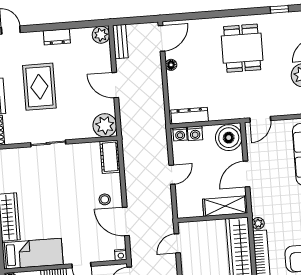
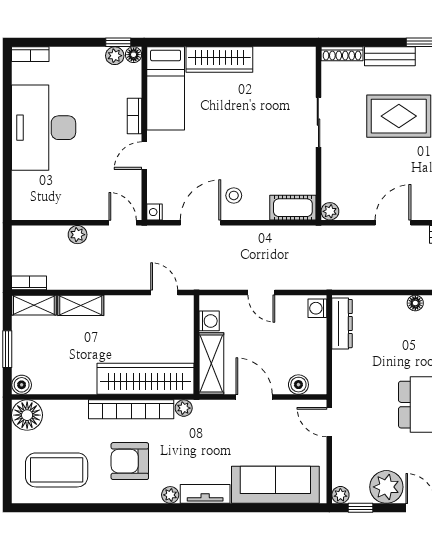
plant: (105, 125) -> (330, 211), width x0.53, depth x0.53
washing machine: (195, 133) -> (209, 321), moved, turned 180
boiler: (229, 138) -> (298, 385), width x0.54, depth x0.54

